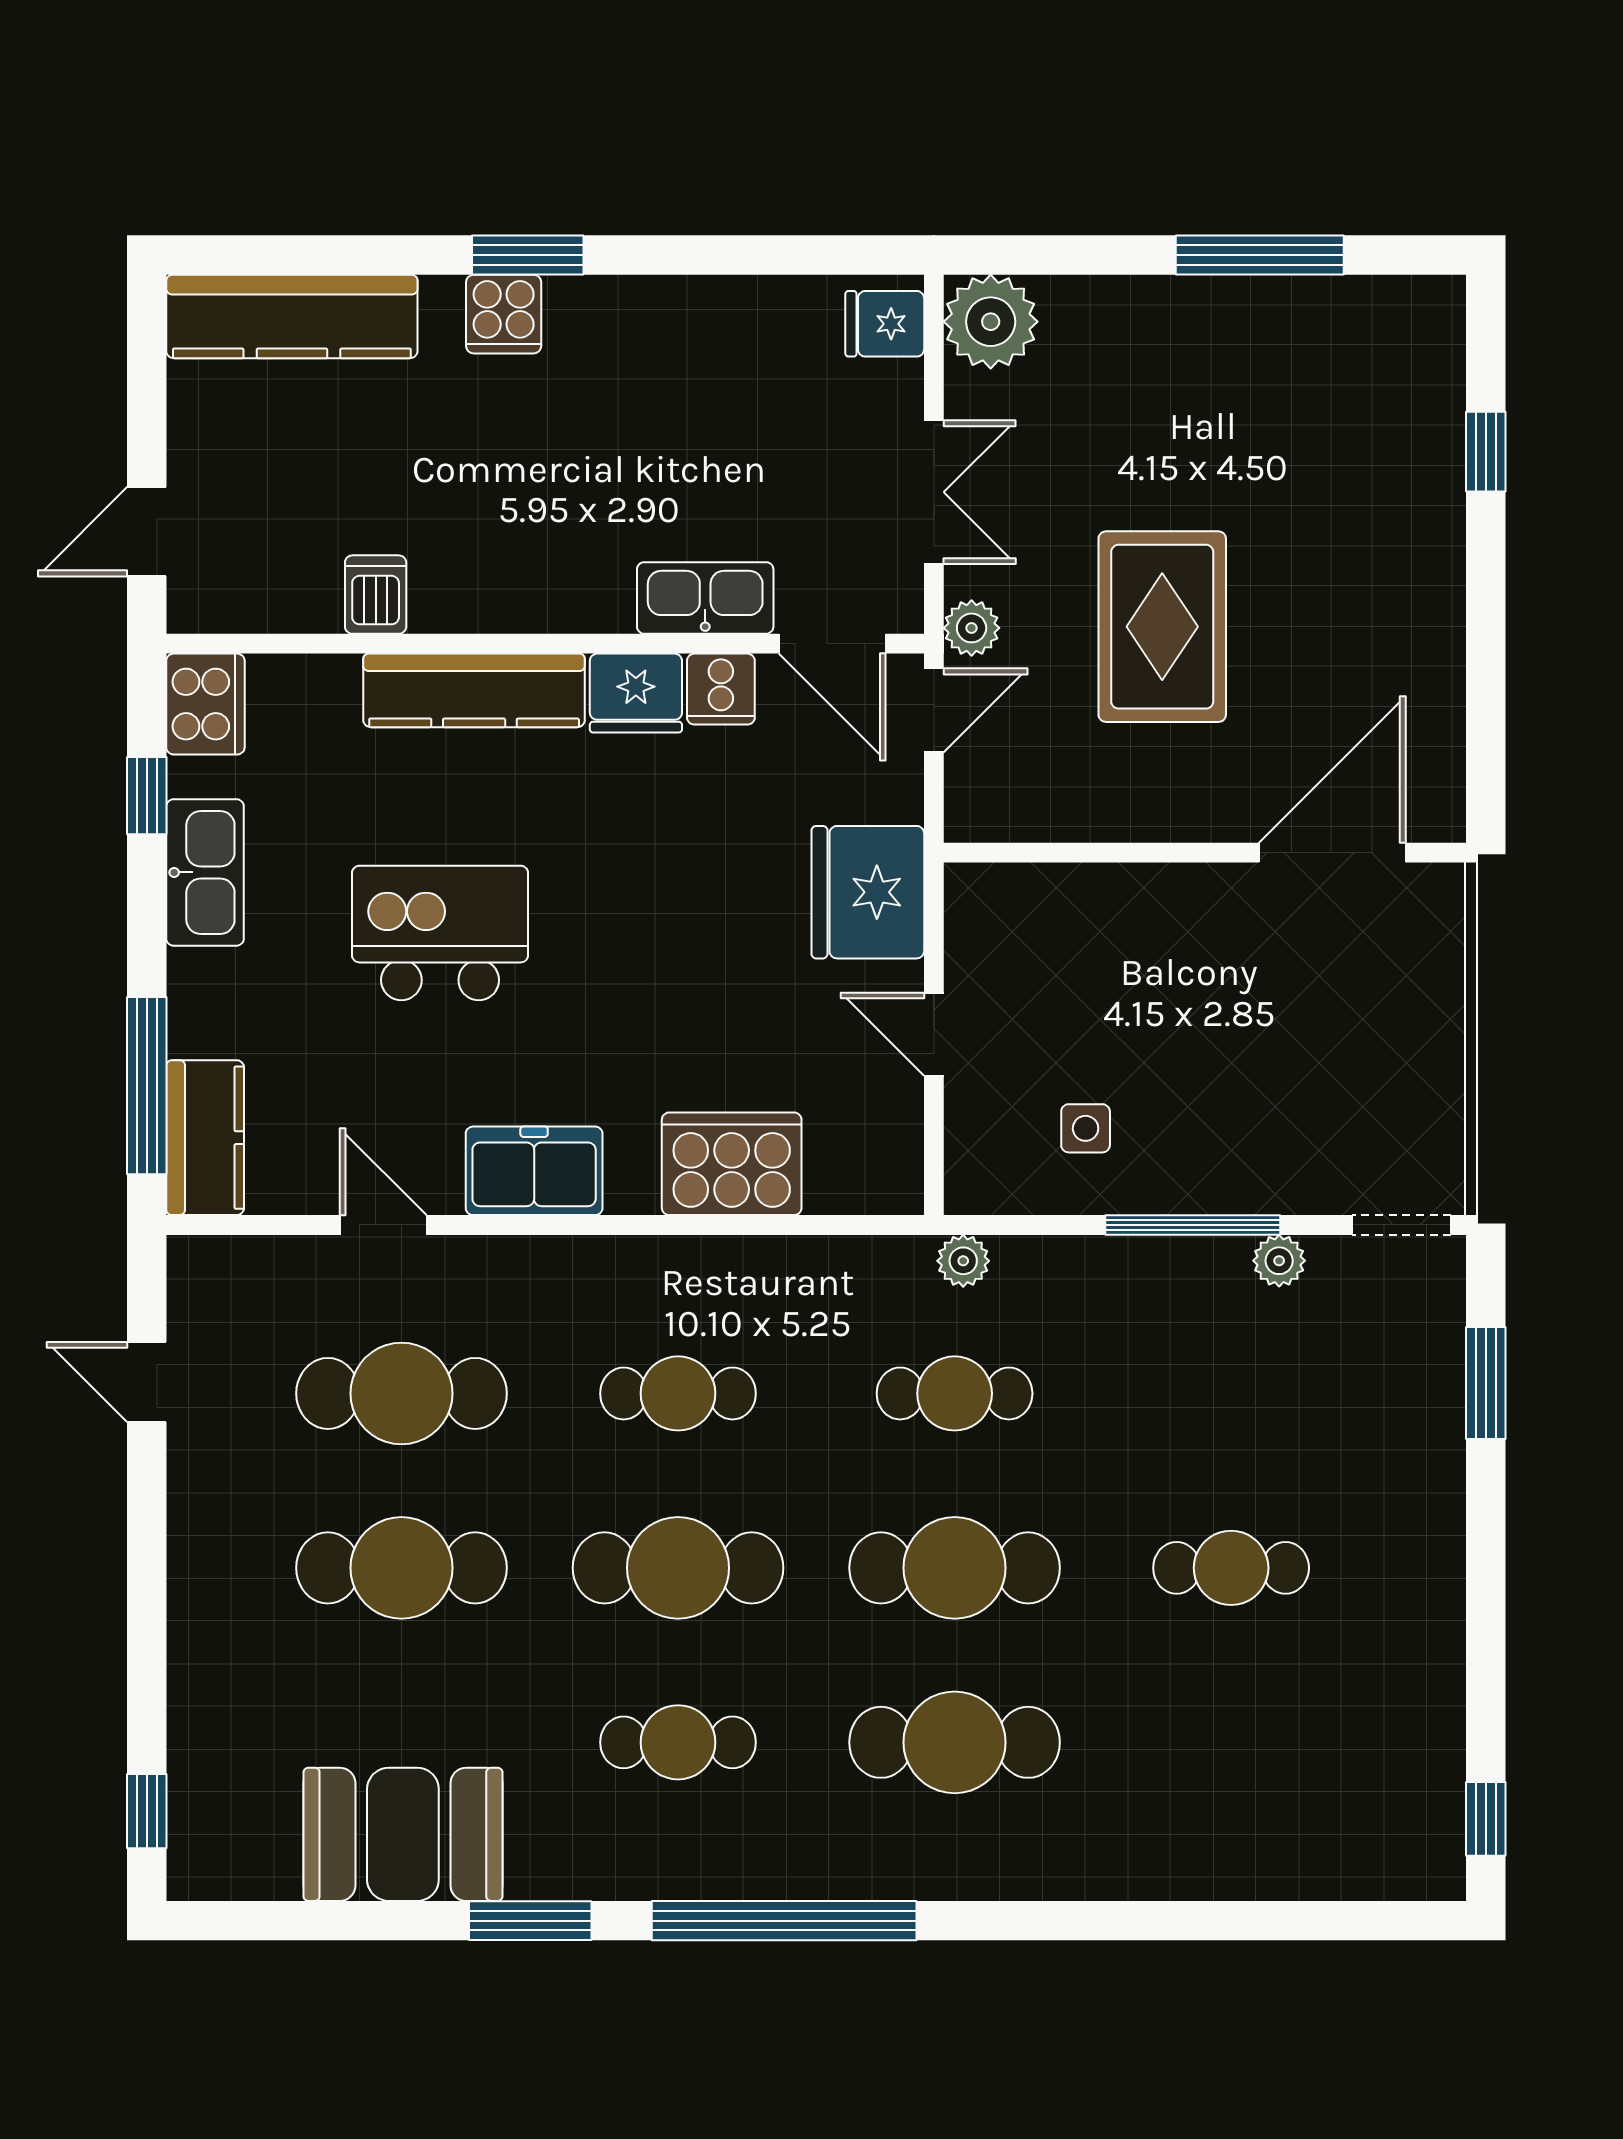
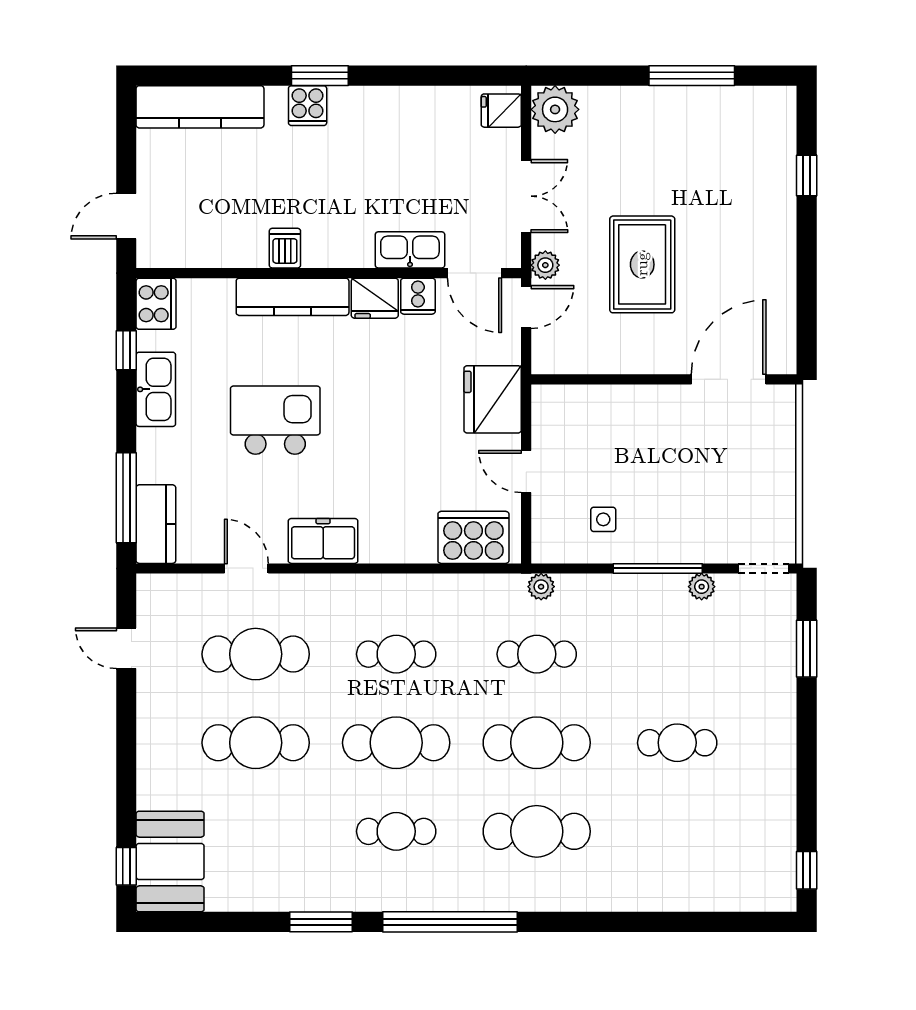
dishwasher: (376, 595) -> (285, 248), moved
cooker: (732, 1164) -> (473, 537), moved
booth: (403, 1834) -> (170, 862), moved, turned 90

